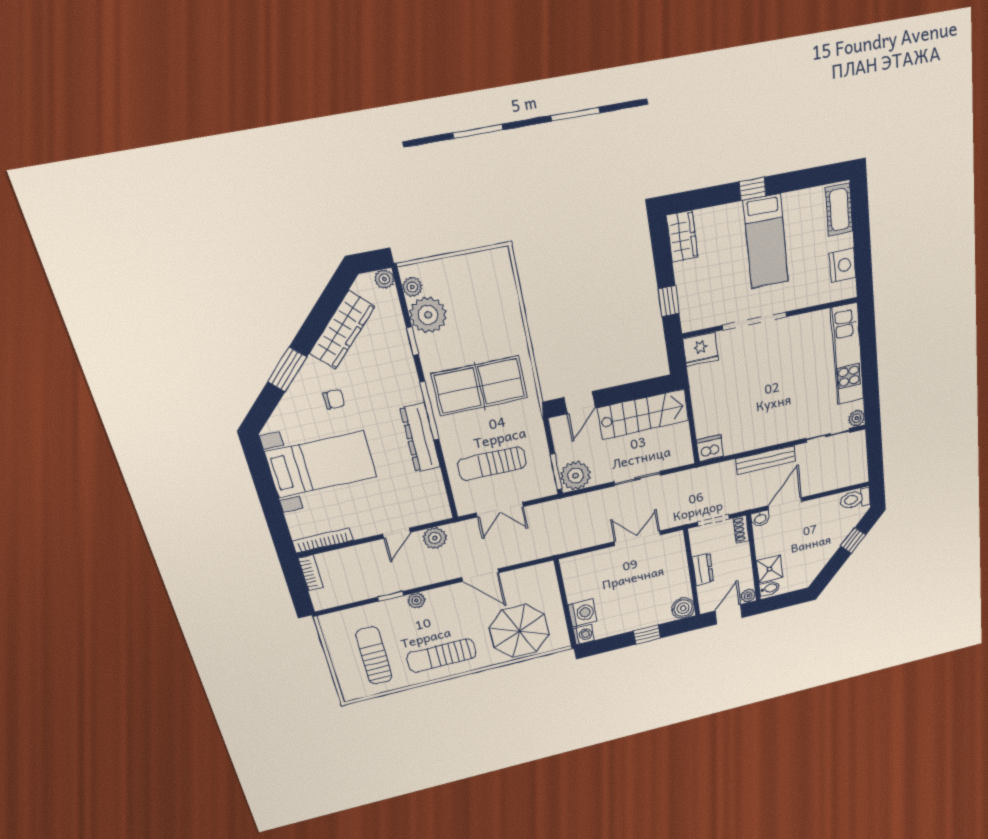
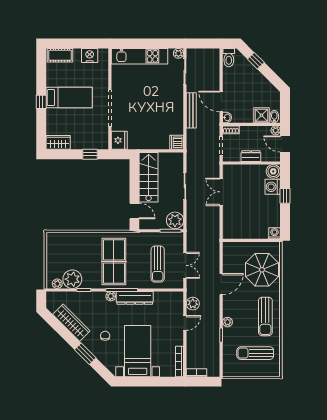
plant: (384, 279) -> (111, 296), moved
door: (396, 533) -> (185, 323), hinge flipped
washing machine: (583, 613) -> (273, 187), moved, turned -90

